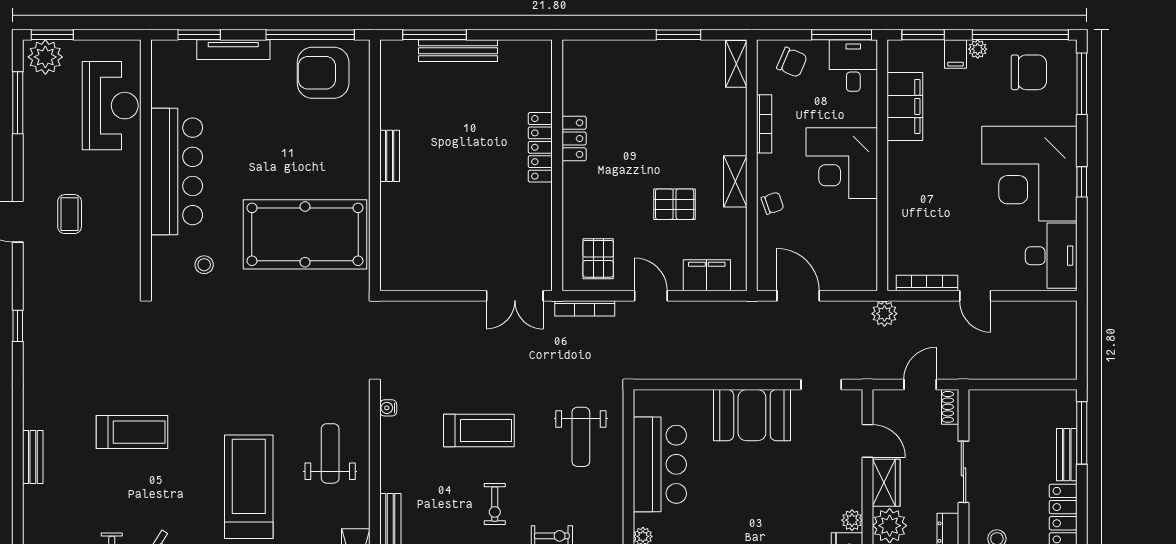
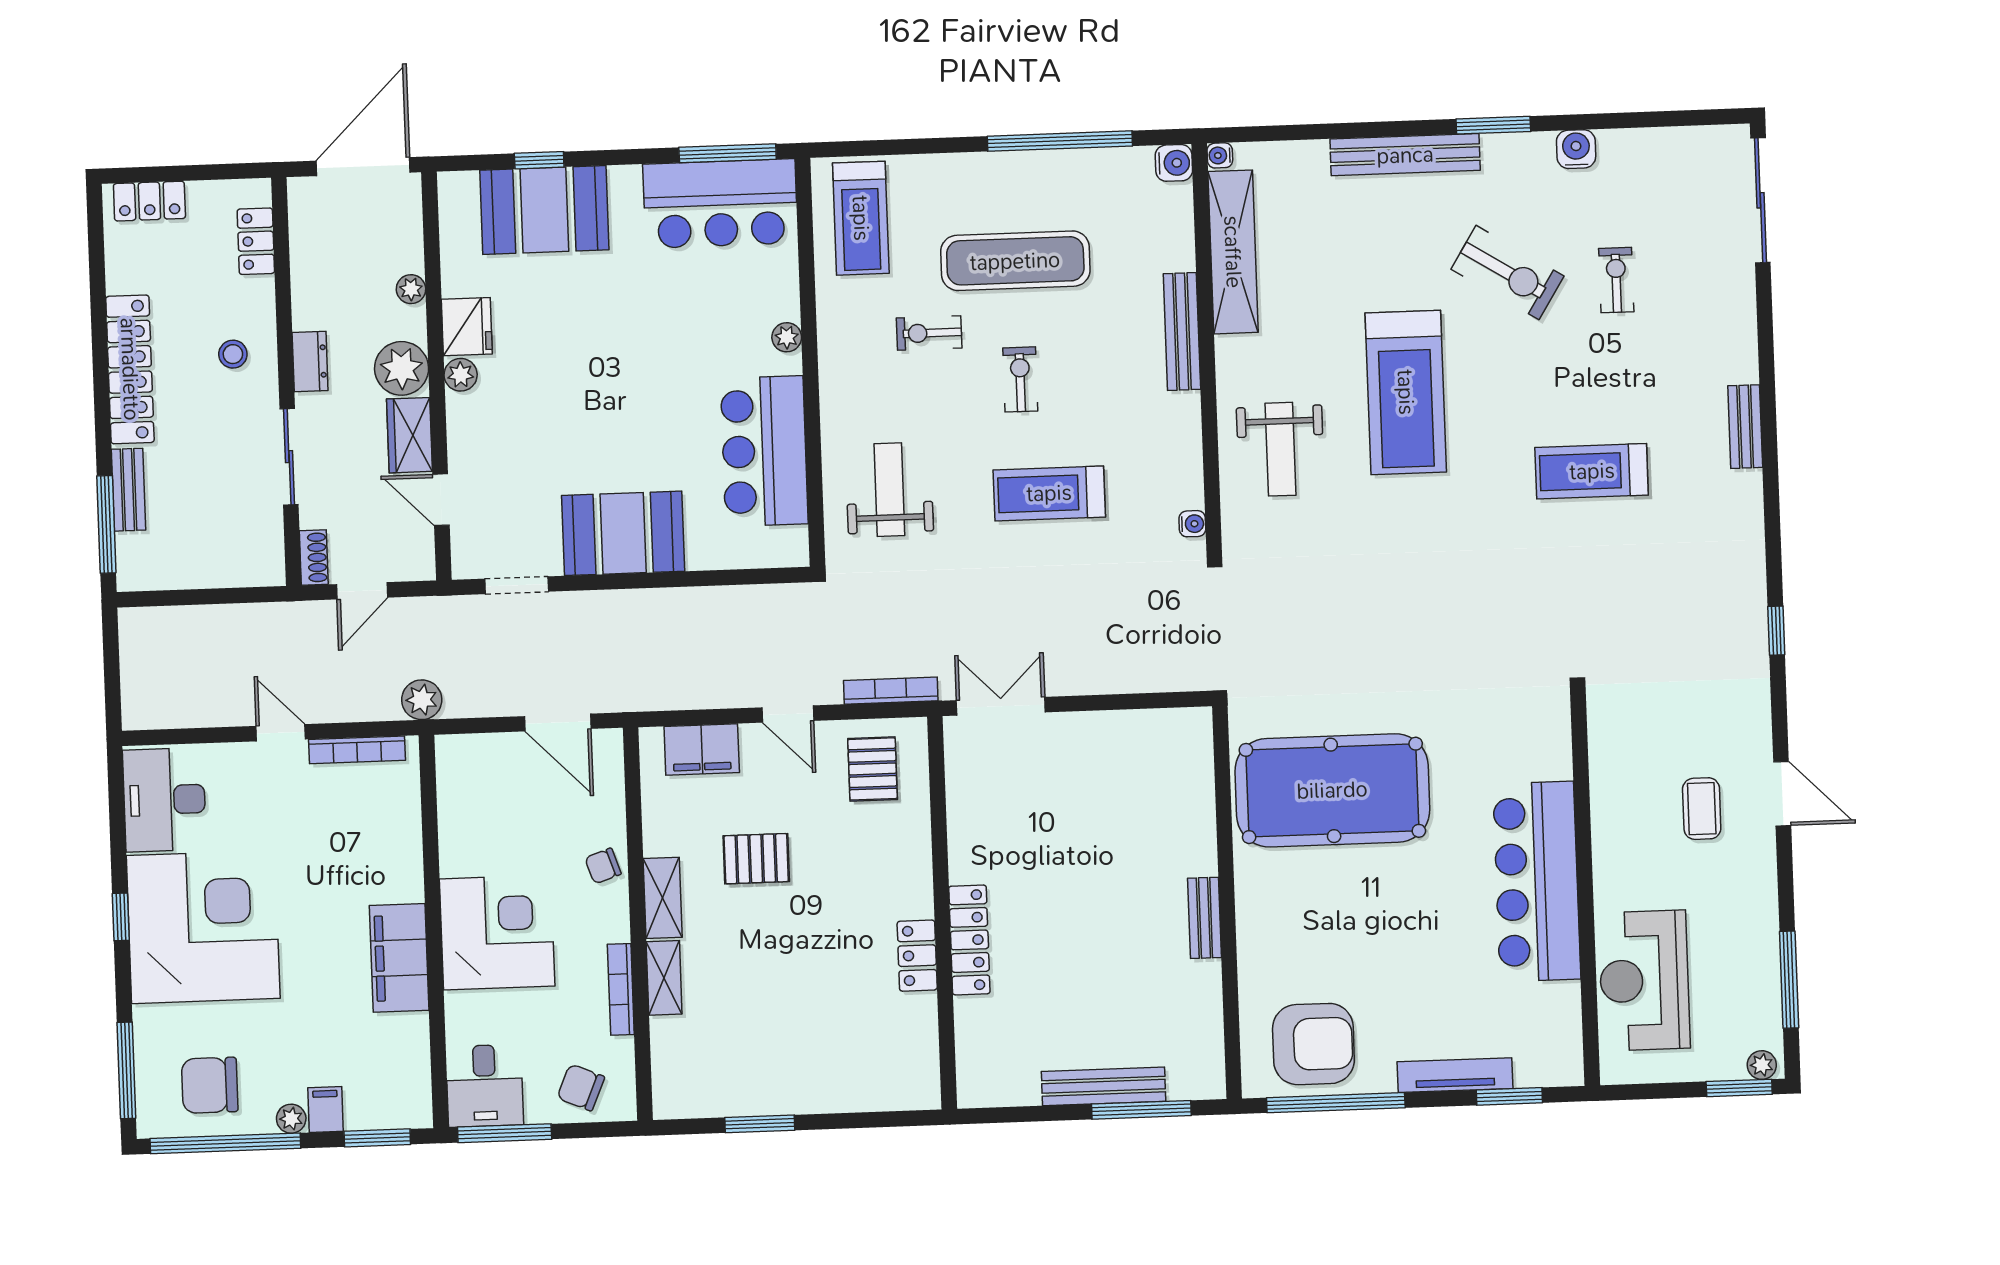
plant: (45, 57) -> (1762, 1065), width x0.53, depth x0.53
shelving: (736, 64) -> (664, 978), moved
filing cabinet: (905, 106) -> (399, 958), moved
stool: (204, 265) -> (1488, 737), removed

